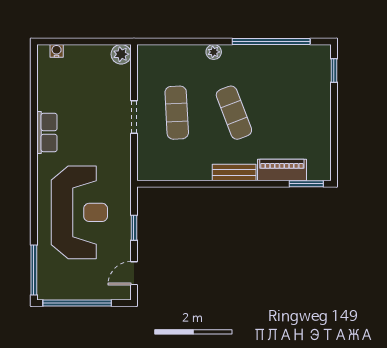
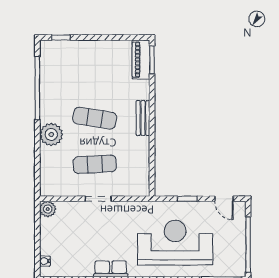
plant: (214, 52) -> (51, 134), width x1.88, depth x1.88
exercise mat: (234, 113) -> (95, 118), turned 30
piano: (282, 170) -> (141, 60), moved

